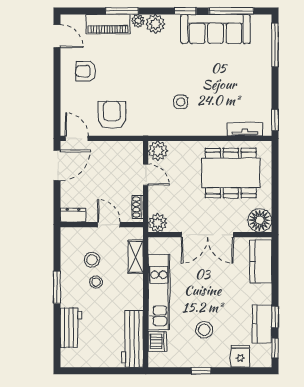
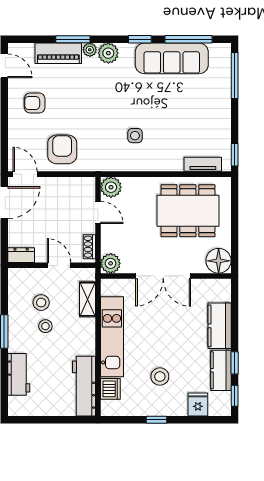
kitchen counter: (261, 262) -> (220, 326), moved

